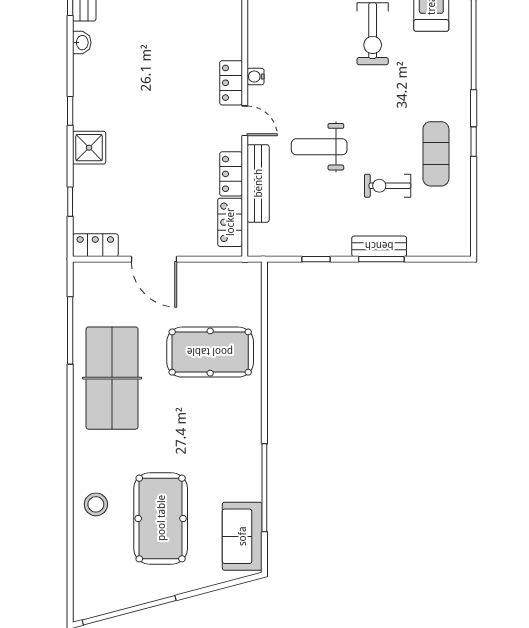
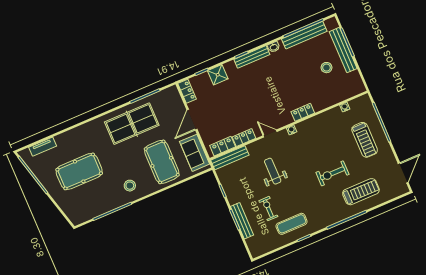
locker: (231, 83) -> (303, 112), moved
bench: (83, 93) -> (252, 57), added
door: (245, 121) -> (270, 134), swing flipped
shower: (89, 148) -> (218, 75), moved
bench: (258, 183) -> (230, 158), moved
bench: (379, 246) -> (242, 221), width x1.36
stool: (96, 504) -> (130, 186), moved
sofa: (242, 536) -> (195, 153), moved, turned -90
tv unit: (83, 568) -> (43, 147), added

